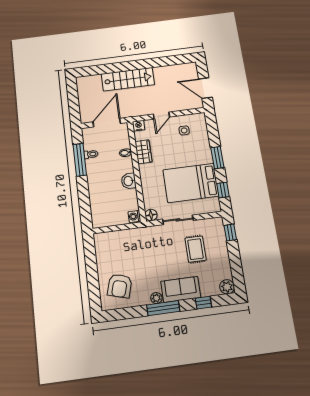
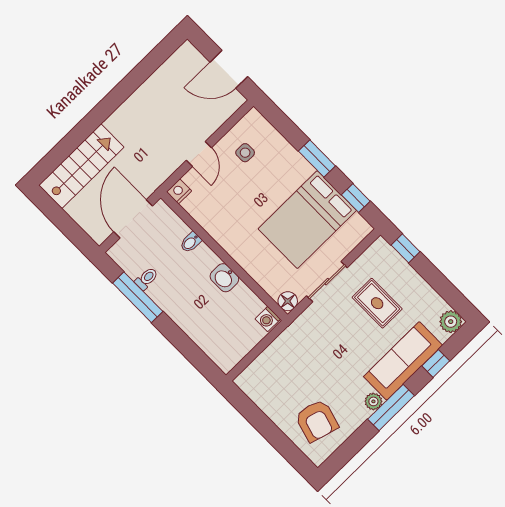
stairs: (128, 79) -> (81, 166), moved
wardrobe: (143, 152) -> (213, 223), removed
sofa: (181, 289) -> (403, 361), width x1.36

